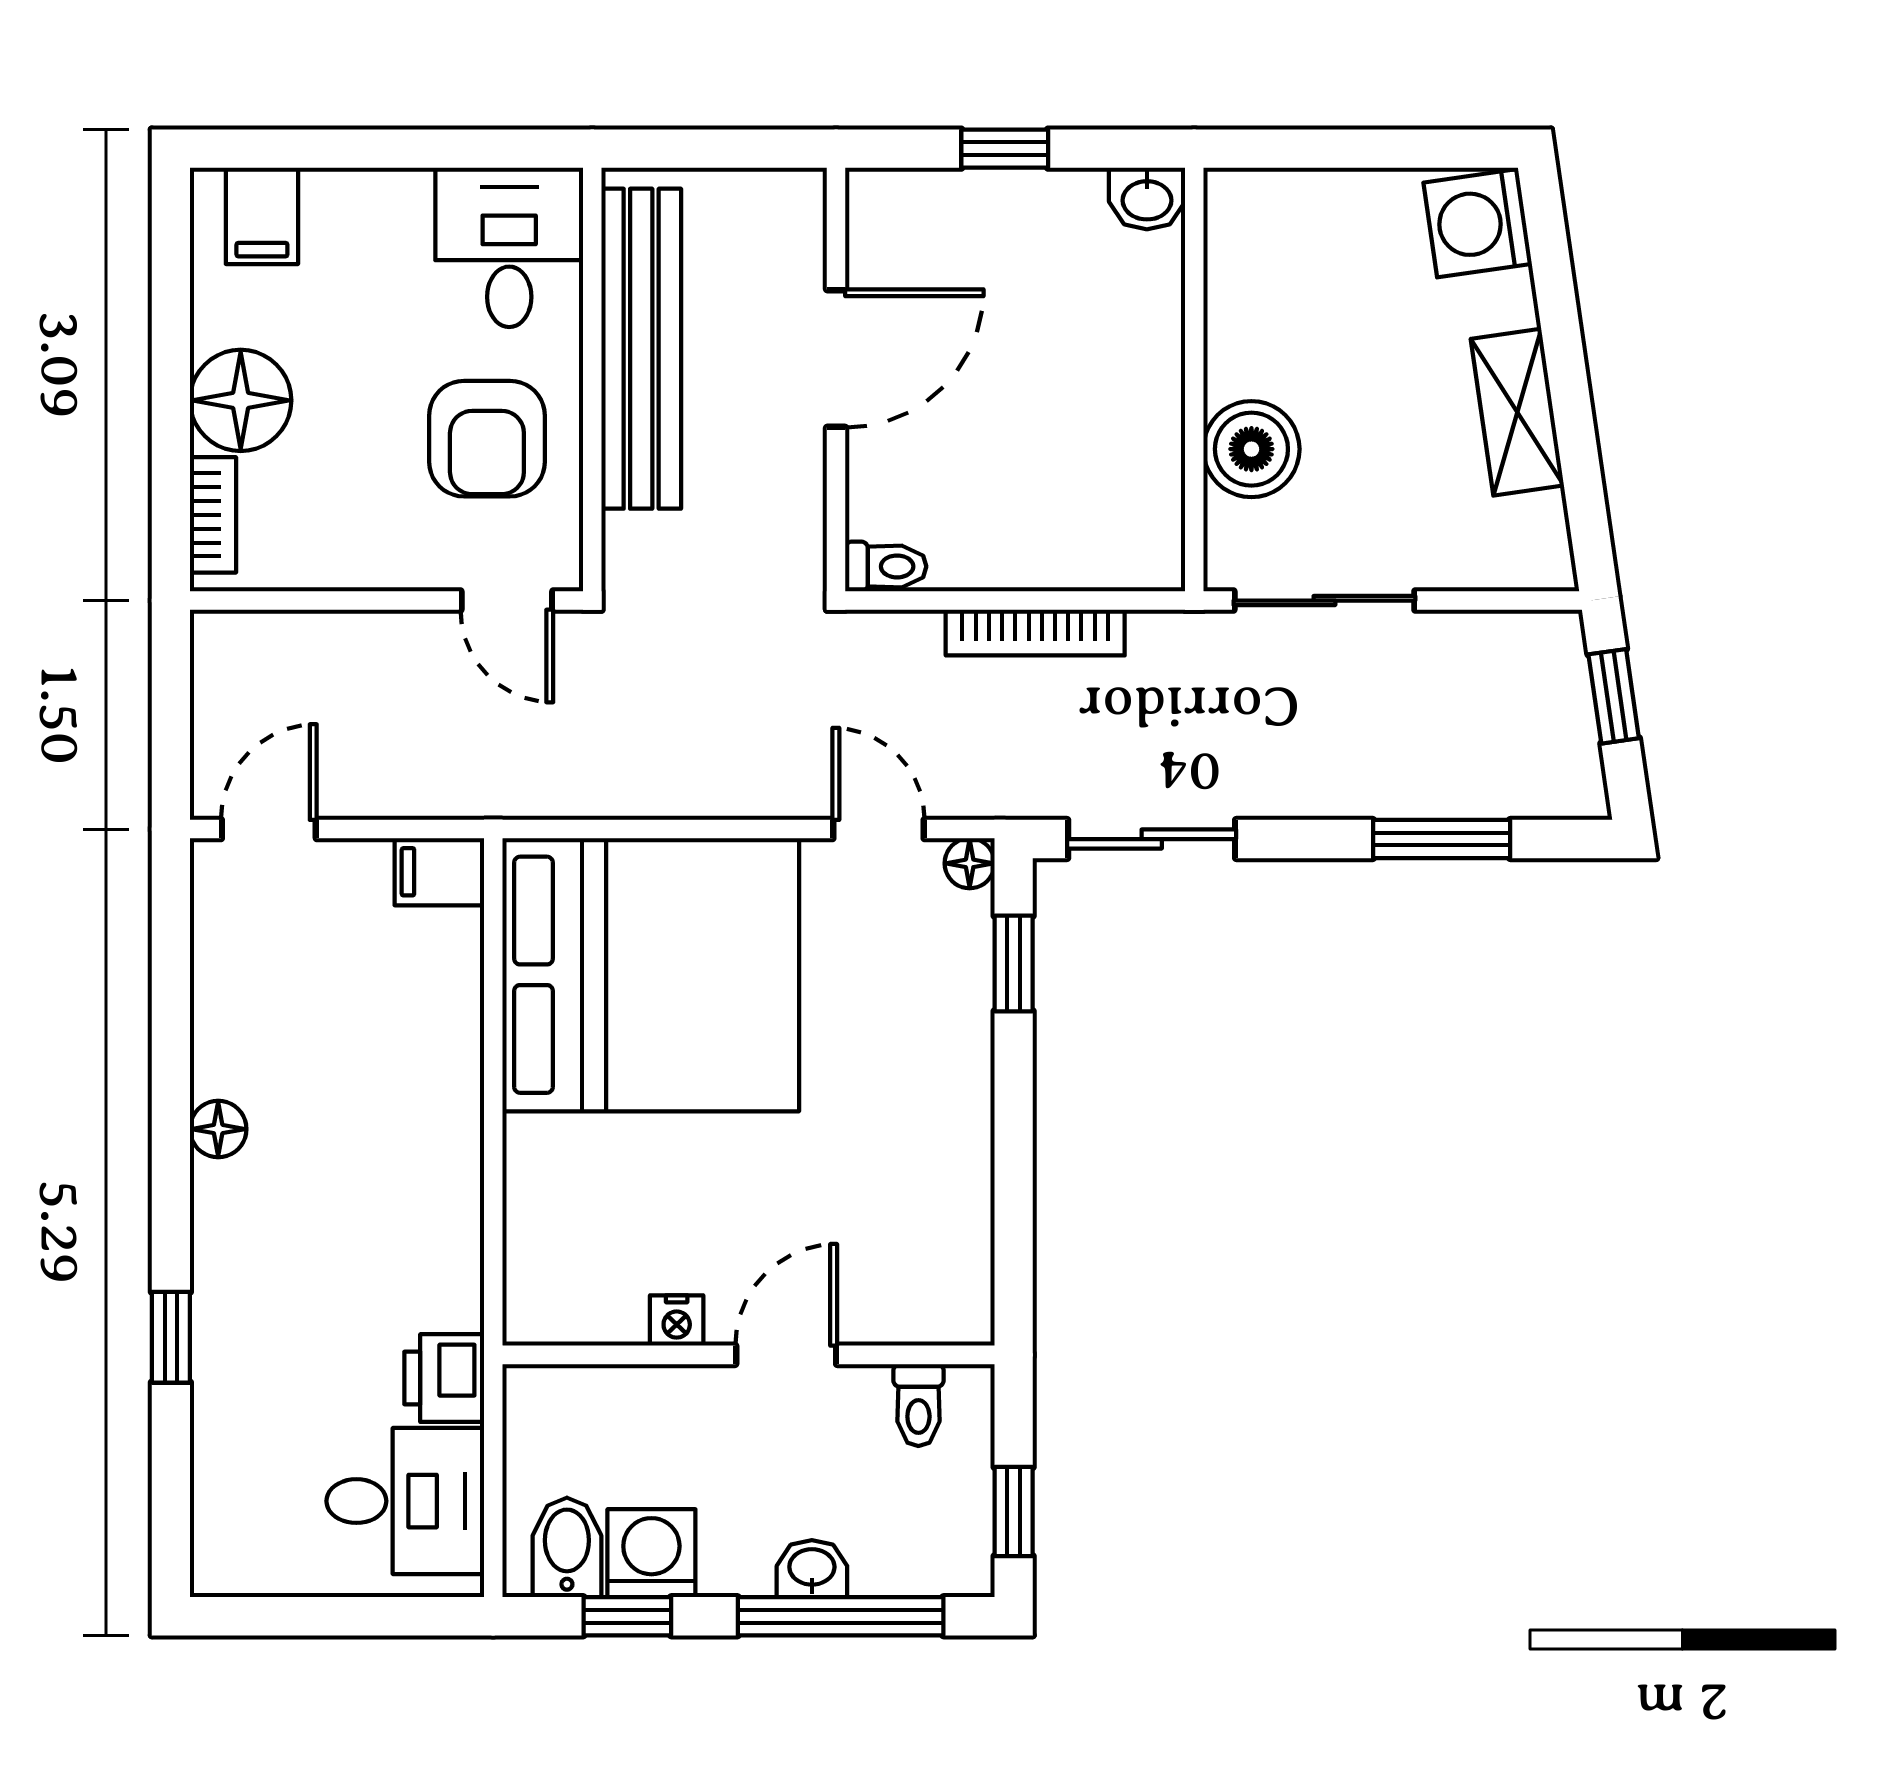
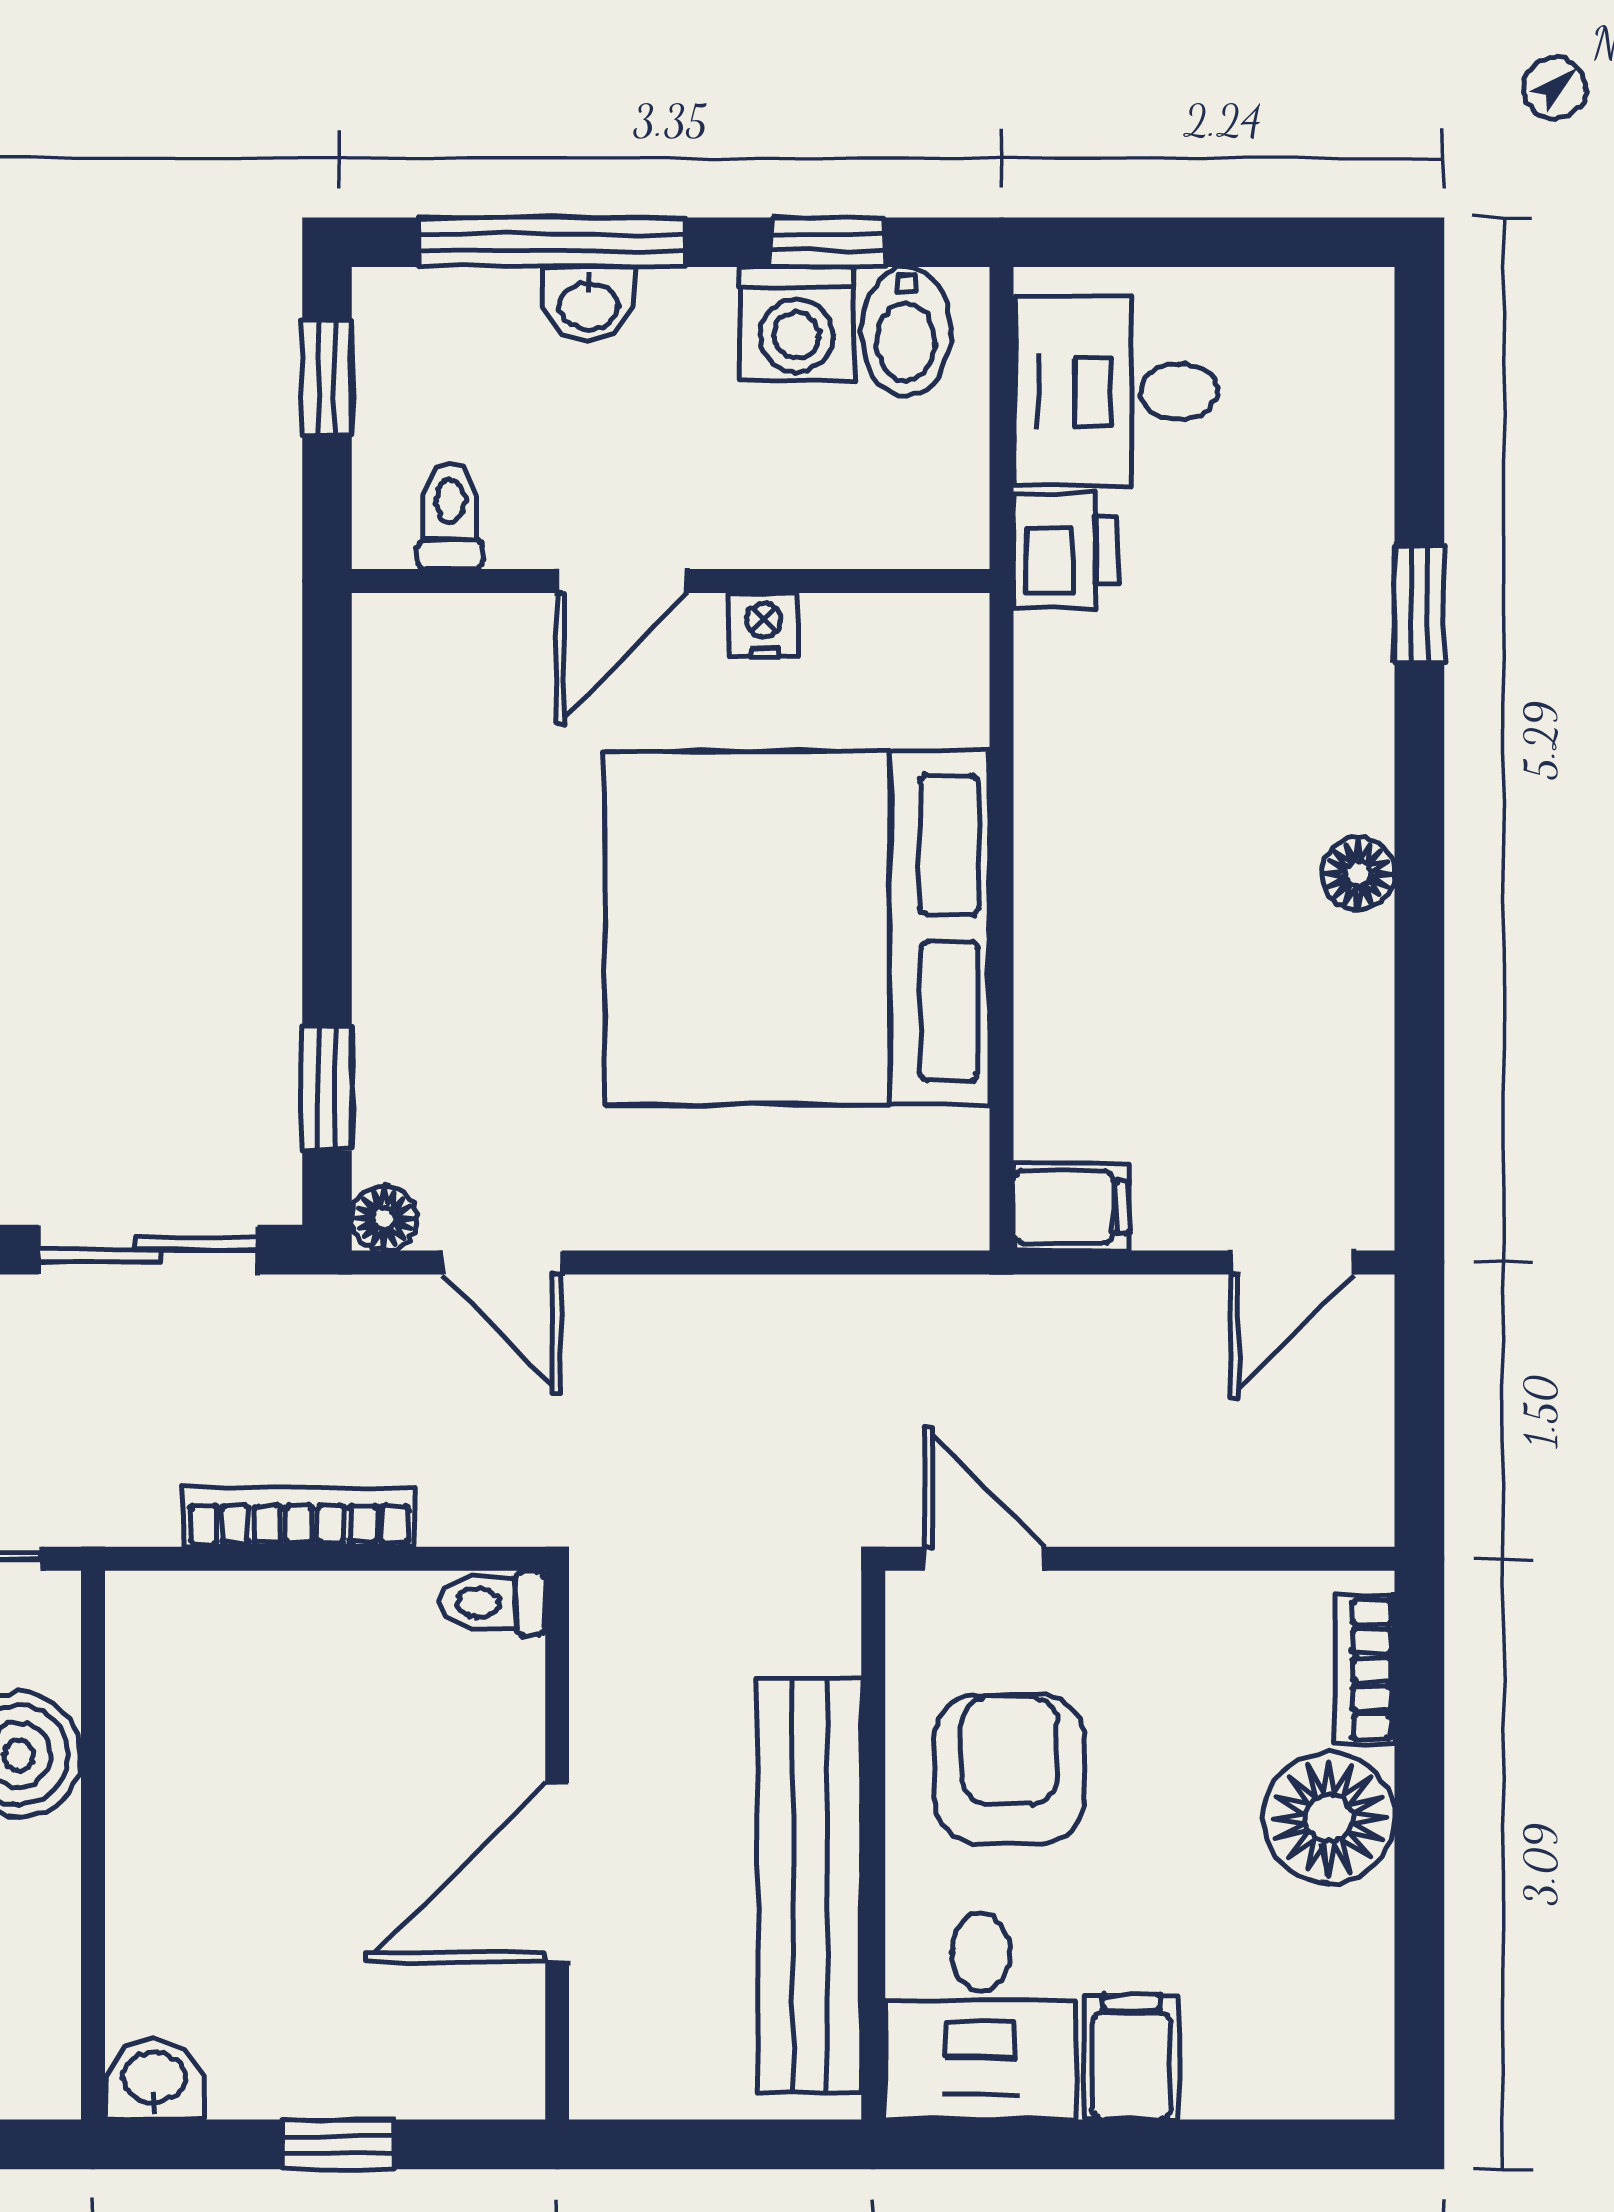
filing cabinet: (262, 216) -> (1131, 2057), moved
bed: (651, 975) -> (797, 928), moved

